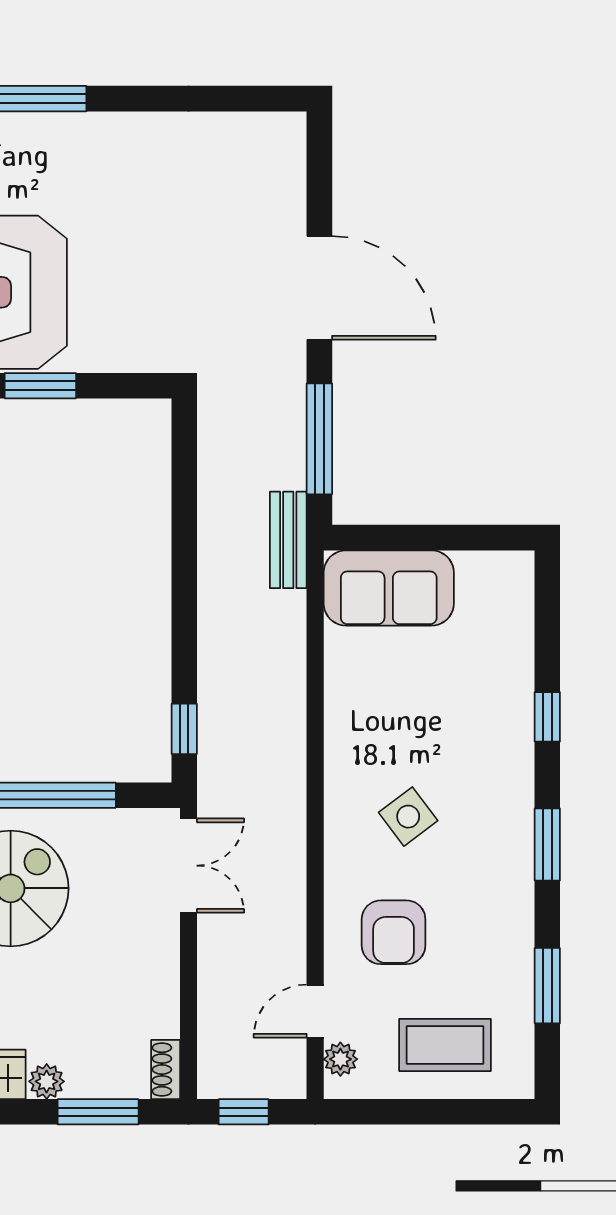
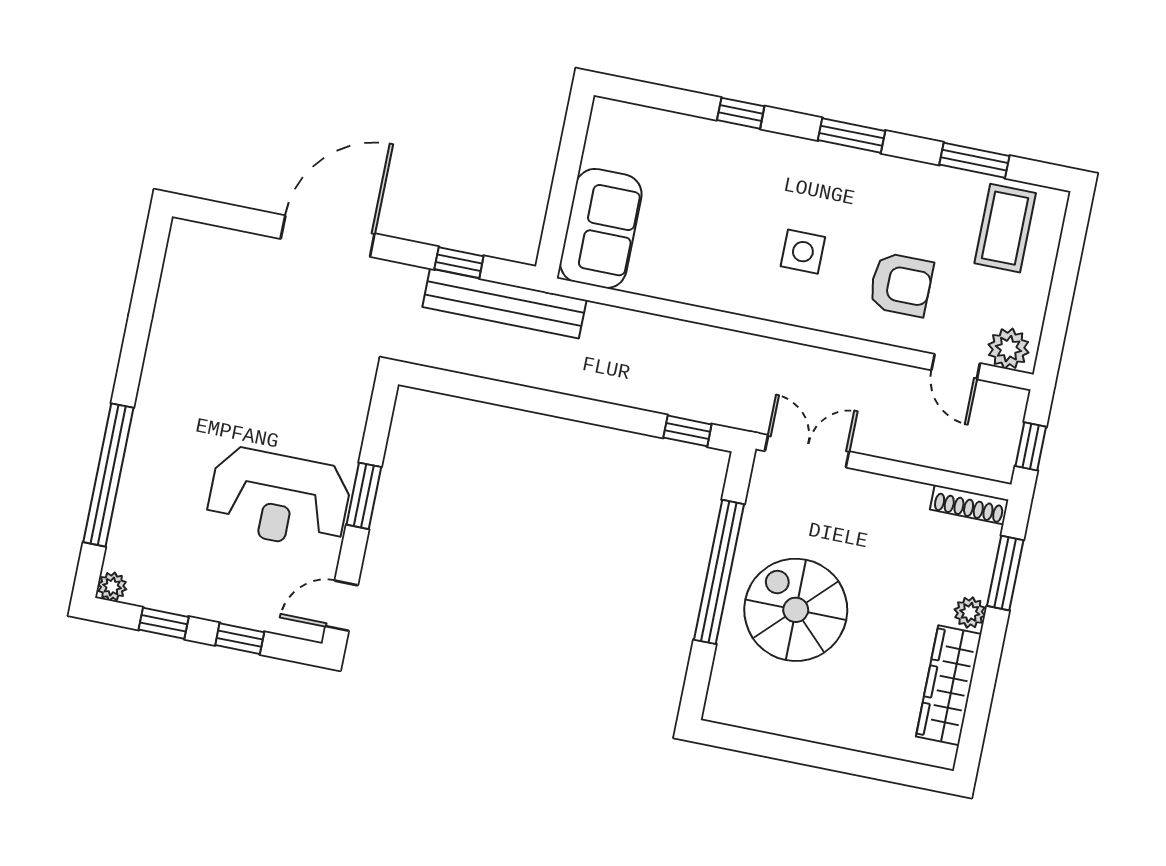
window: (319, 439) -> (459, 263), width x0.46
bench: (288, 540) -> (504, 303), width x1.86, depth x1.21
side table: (408, 817) -> (803, 252), turned 37
coffee table: (445, 1045) -> (1005, 228), moved
plant: (340, 1059) -> (1009, 349), width x1.38, depth x1.38
shoe rack: (166, 1069) -> (969, 505), width x1.43

